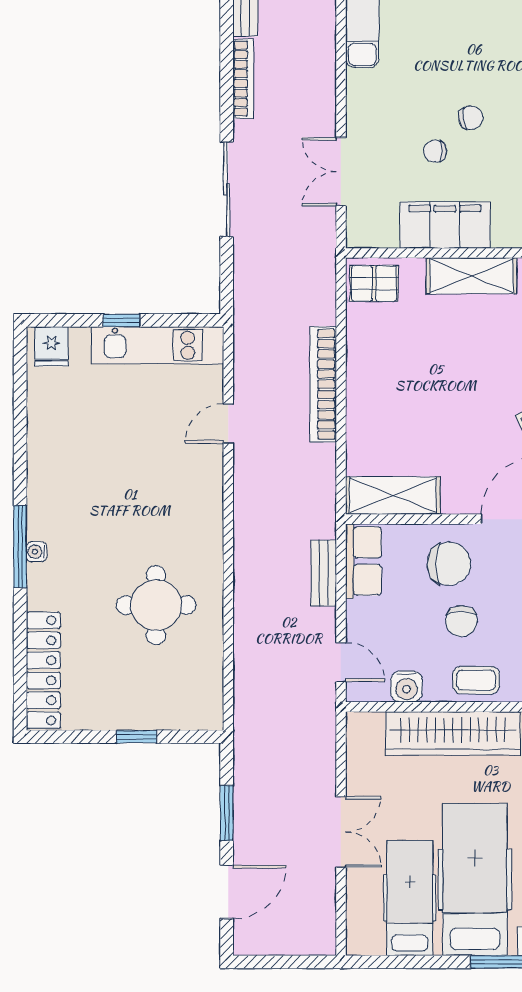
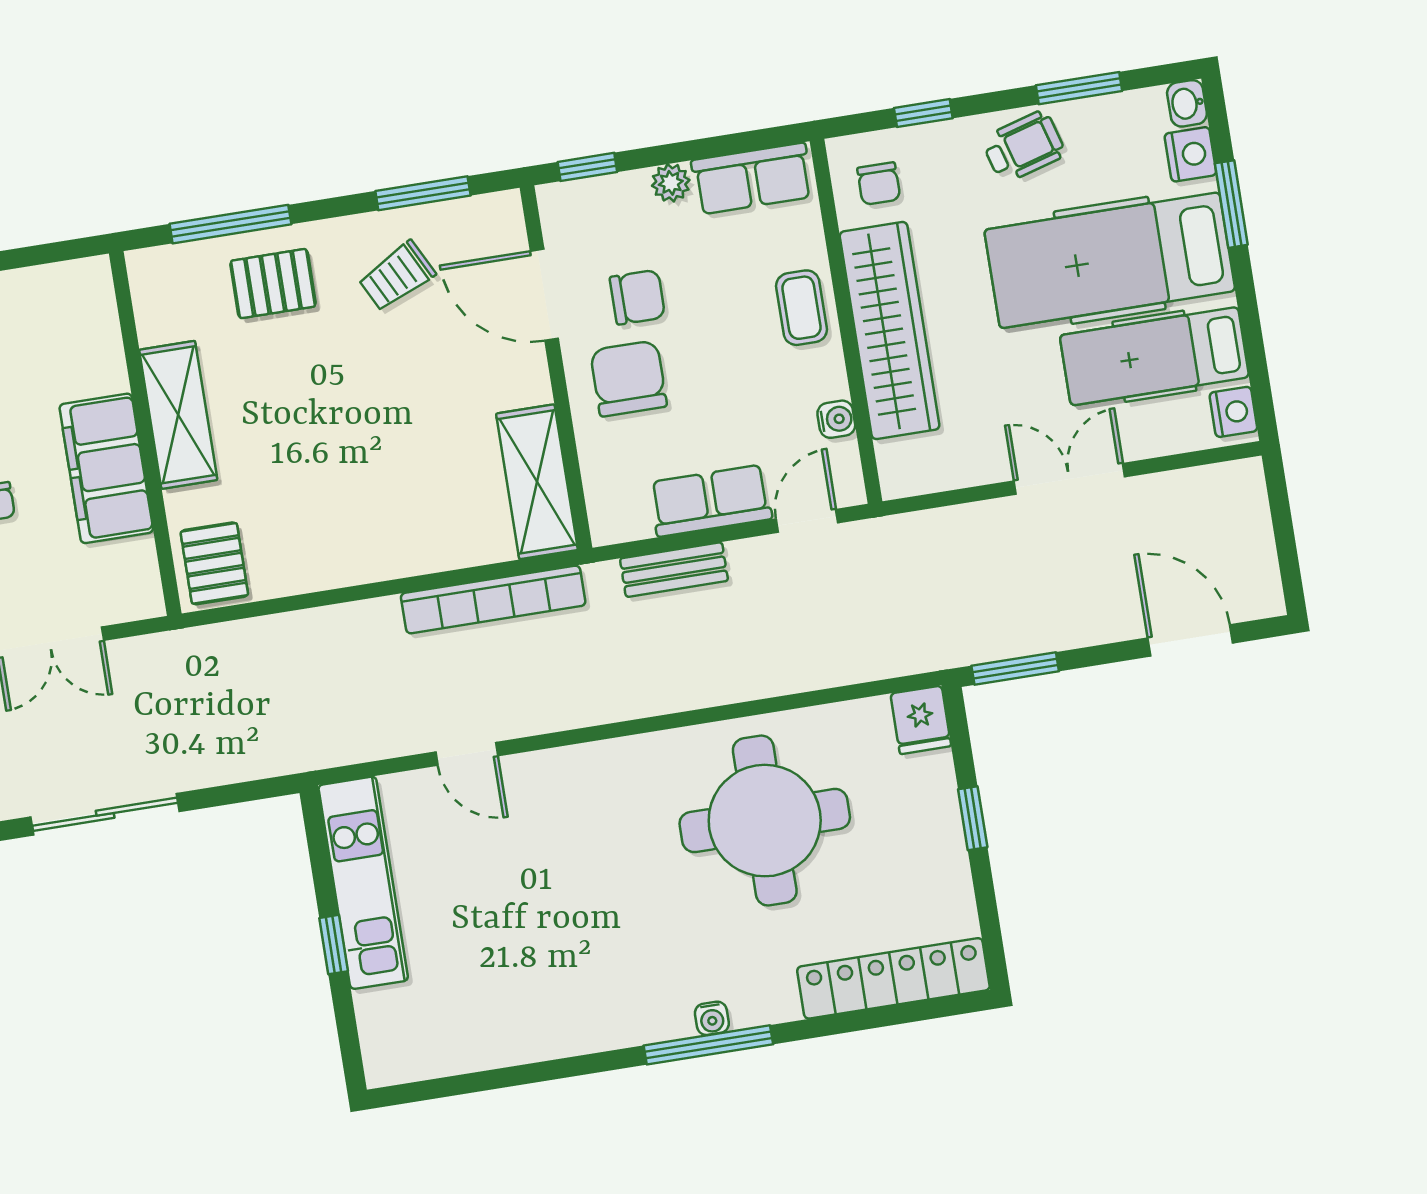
fridge: (51, 346) -> (921, 720), moved, turned 90
bookcase: (323, 384) -> (493, 599), moved
row of seats: (364, 561) -> (711, 501), moved
round table: (156, 605) -> (765, 821), width x1.36, depth x1.36
chair: (461, 621) -> (637, 297), moved
water cooler: (406, 687) -> (836, 419), width x0.72, depth x0.72
window: (227, 813) -> (1015, 668), moved
nightstand: (367, 942) -> (1233, 412), added

